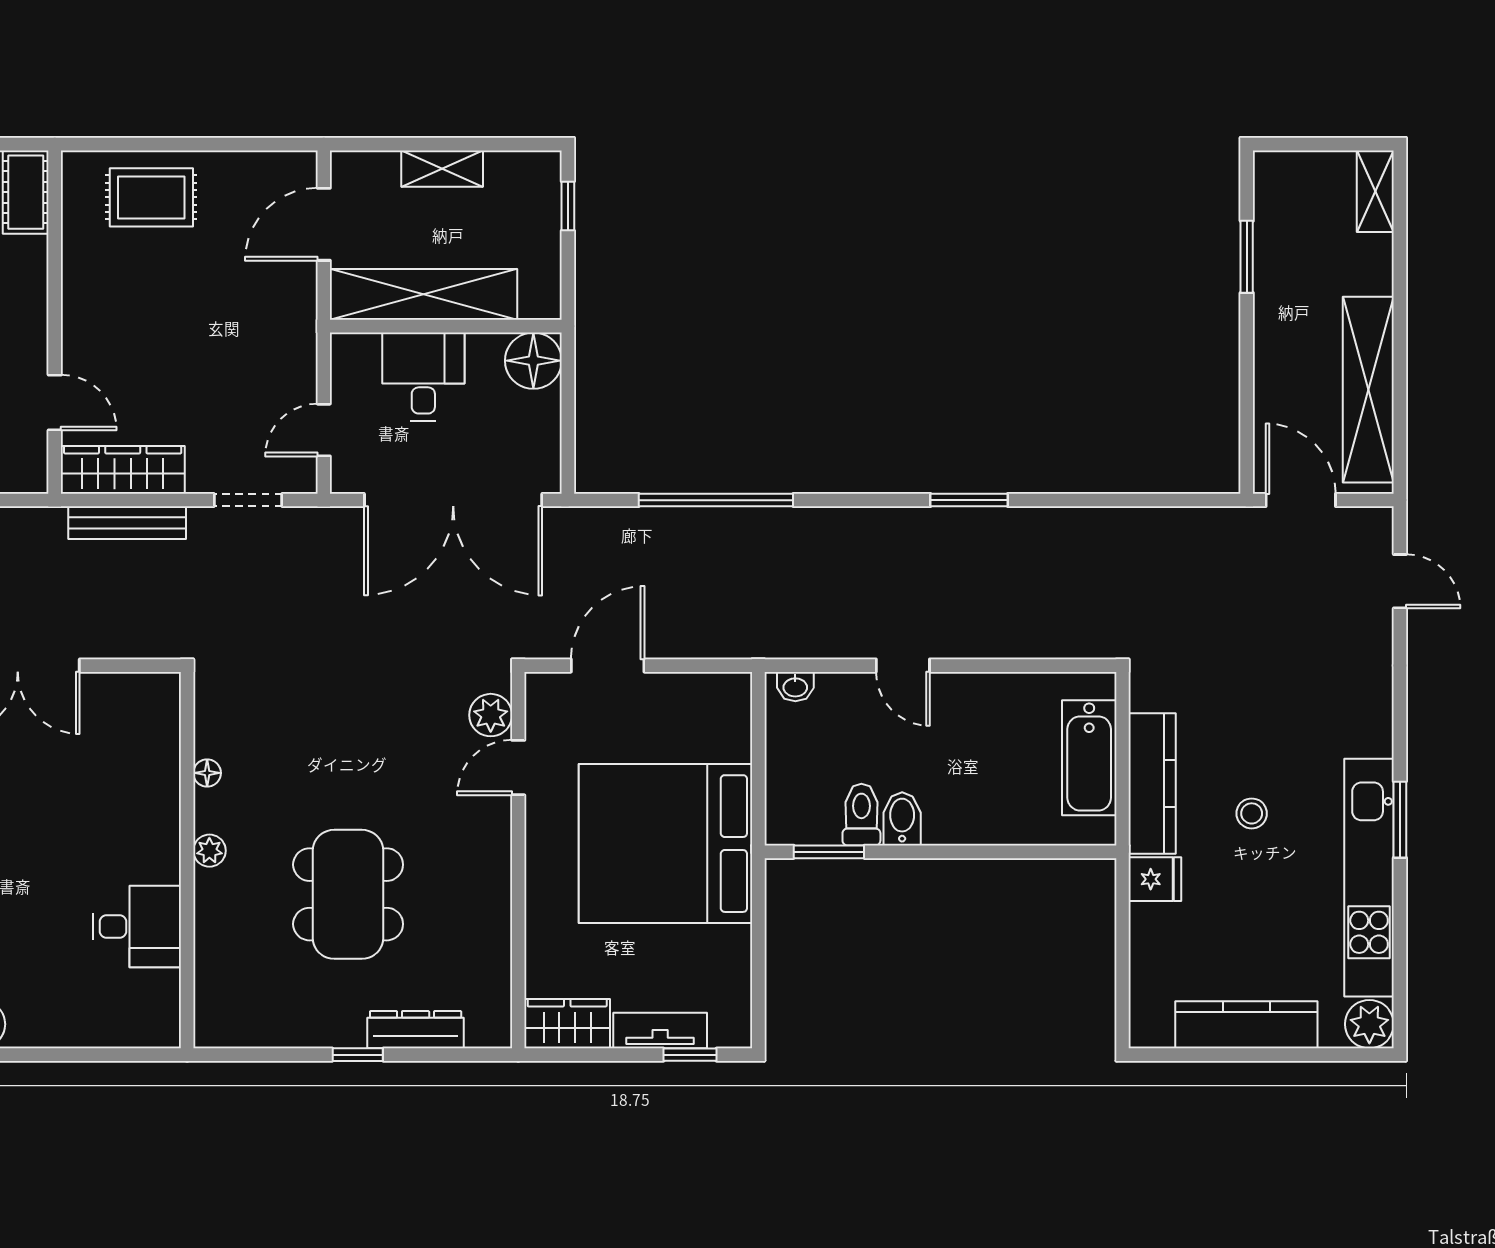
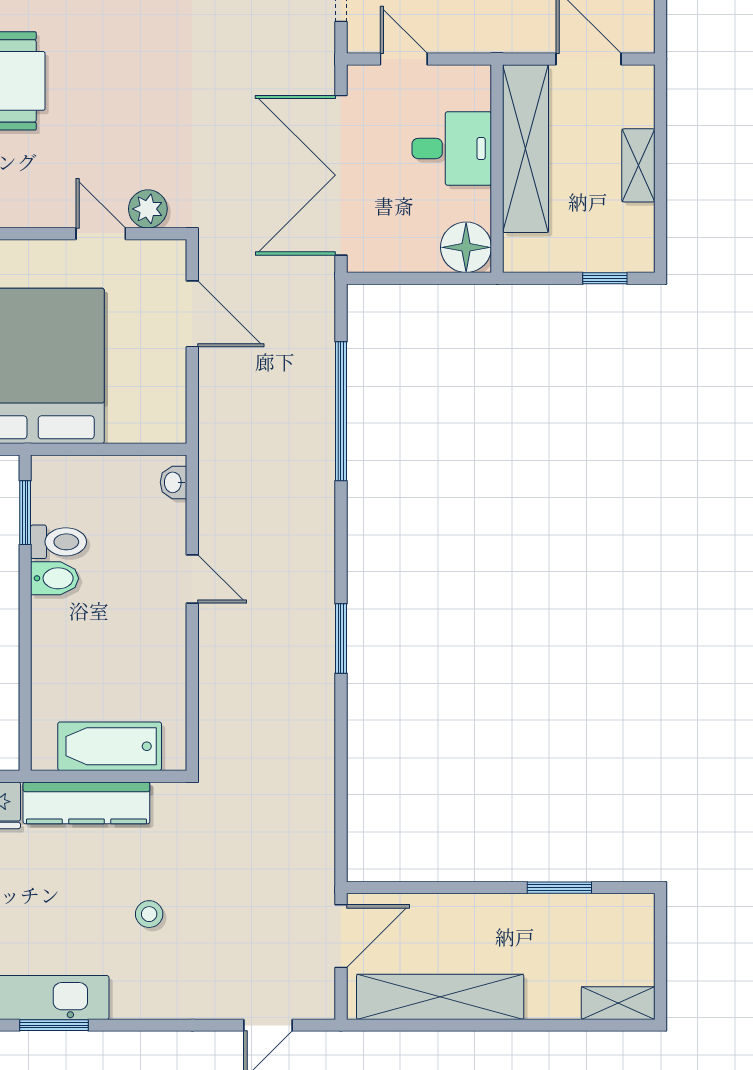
door: (903, 666) -> (192, 579), swing flipped
stool: (1252, 813) -> (149, 914), moved

